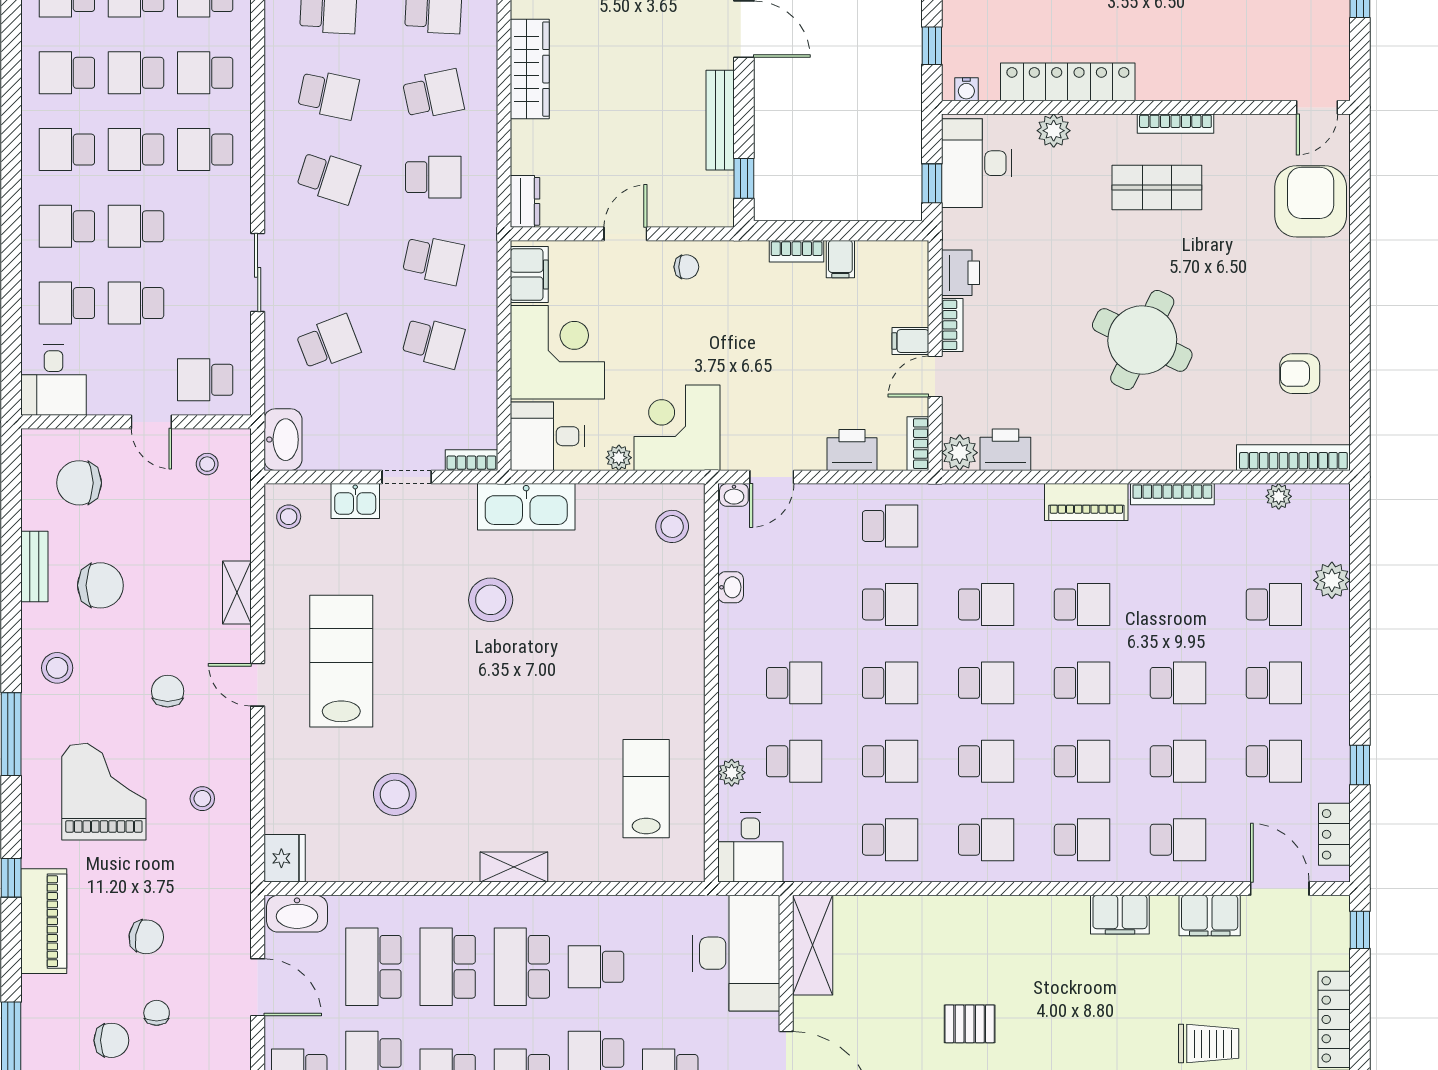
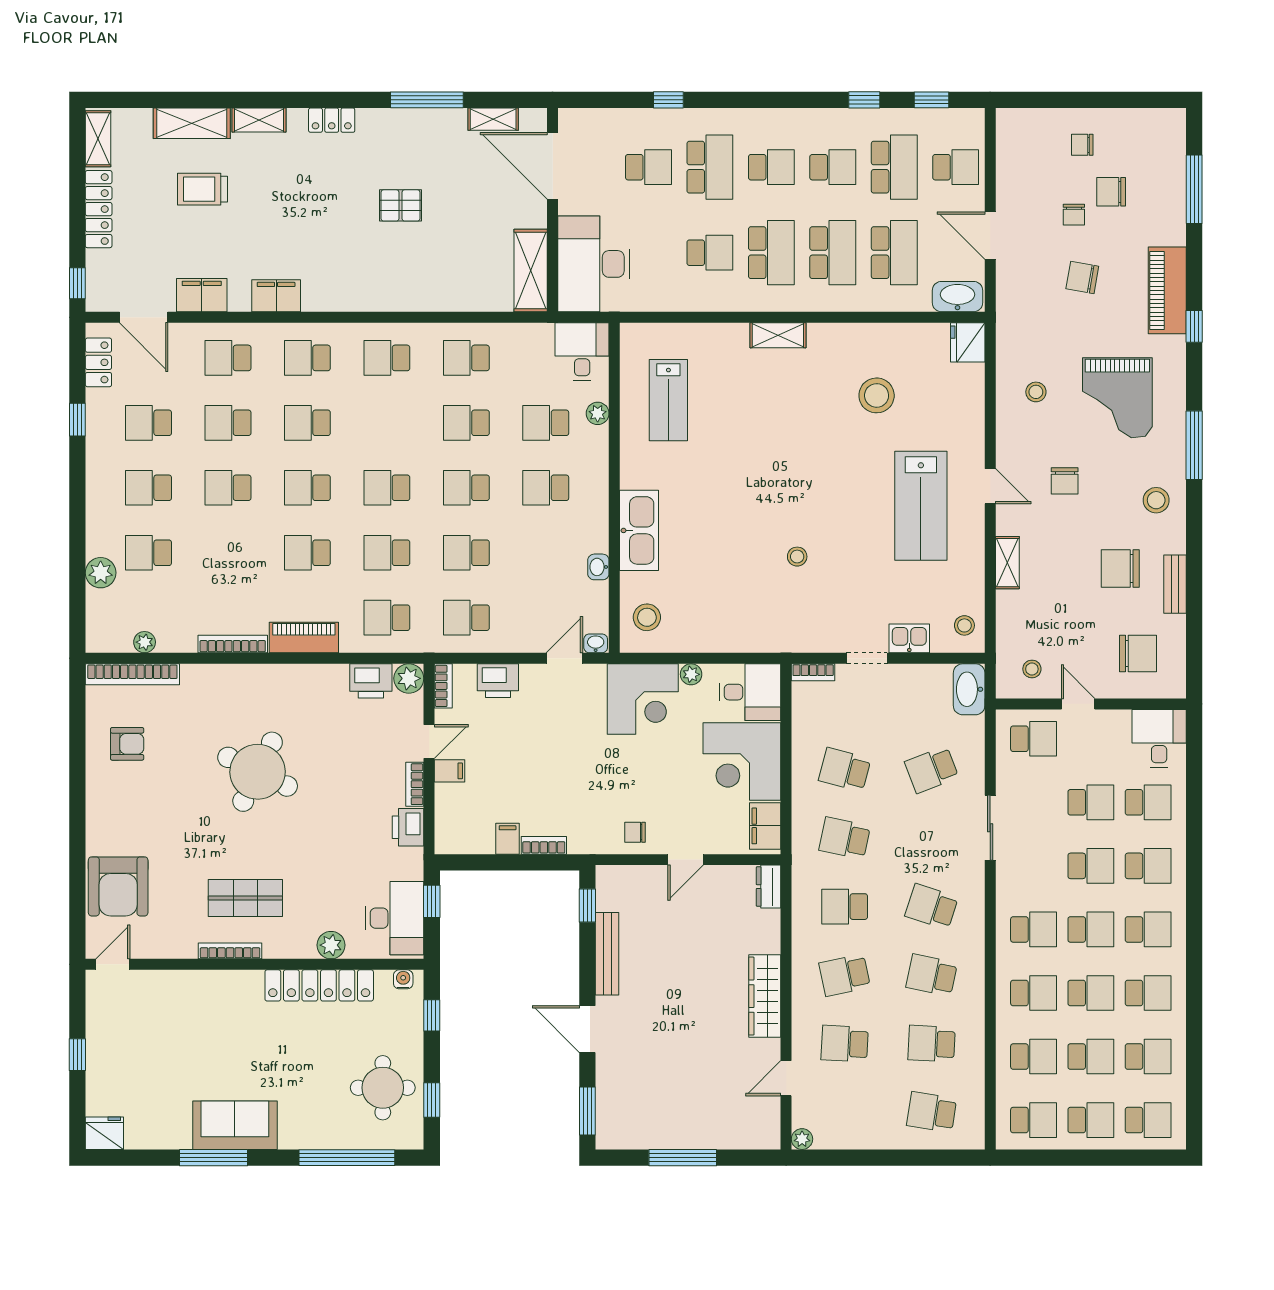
kitchen sink: (526, 507) -> (639, 530), moved, turned 90
stool: (491, 600) -> (797, 557), width x0.53, depth x0.53
school desk: (986, 761) -> (387, 618), moved

